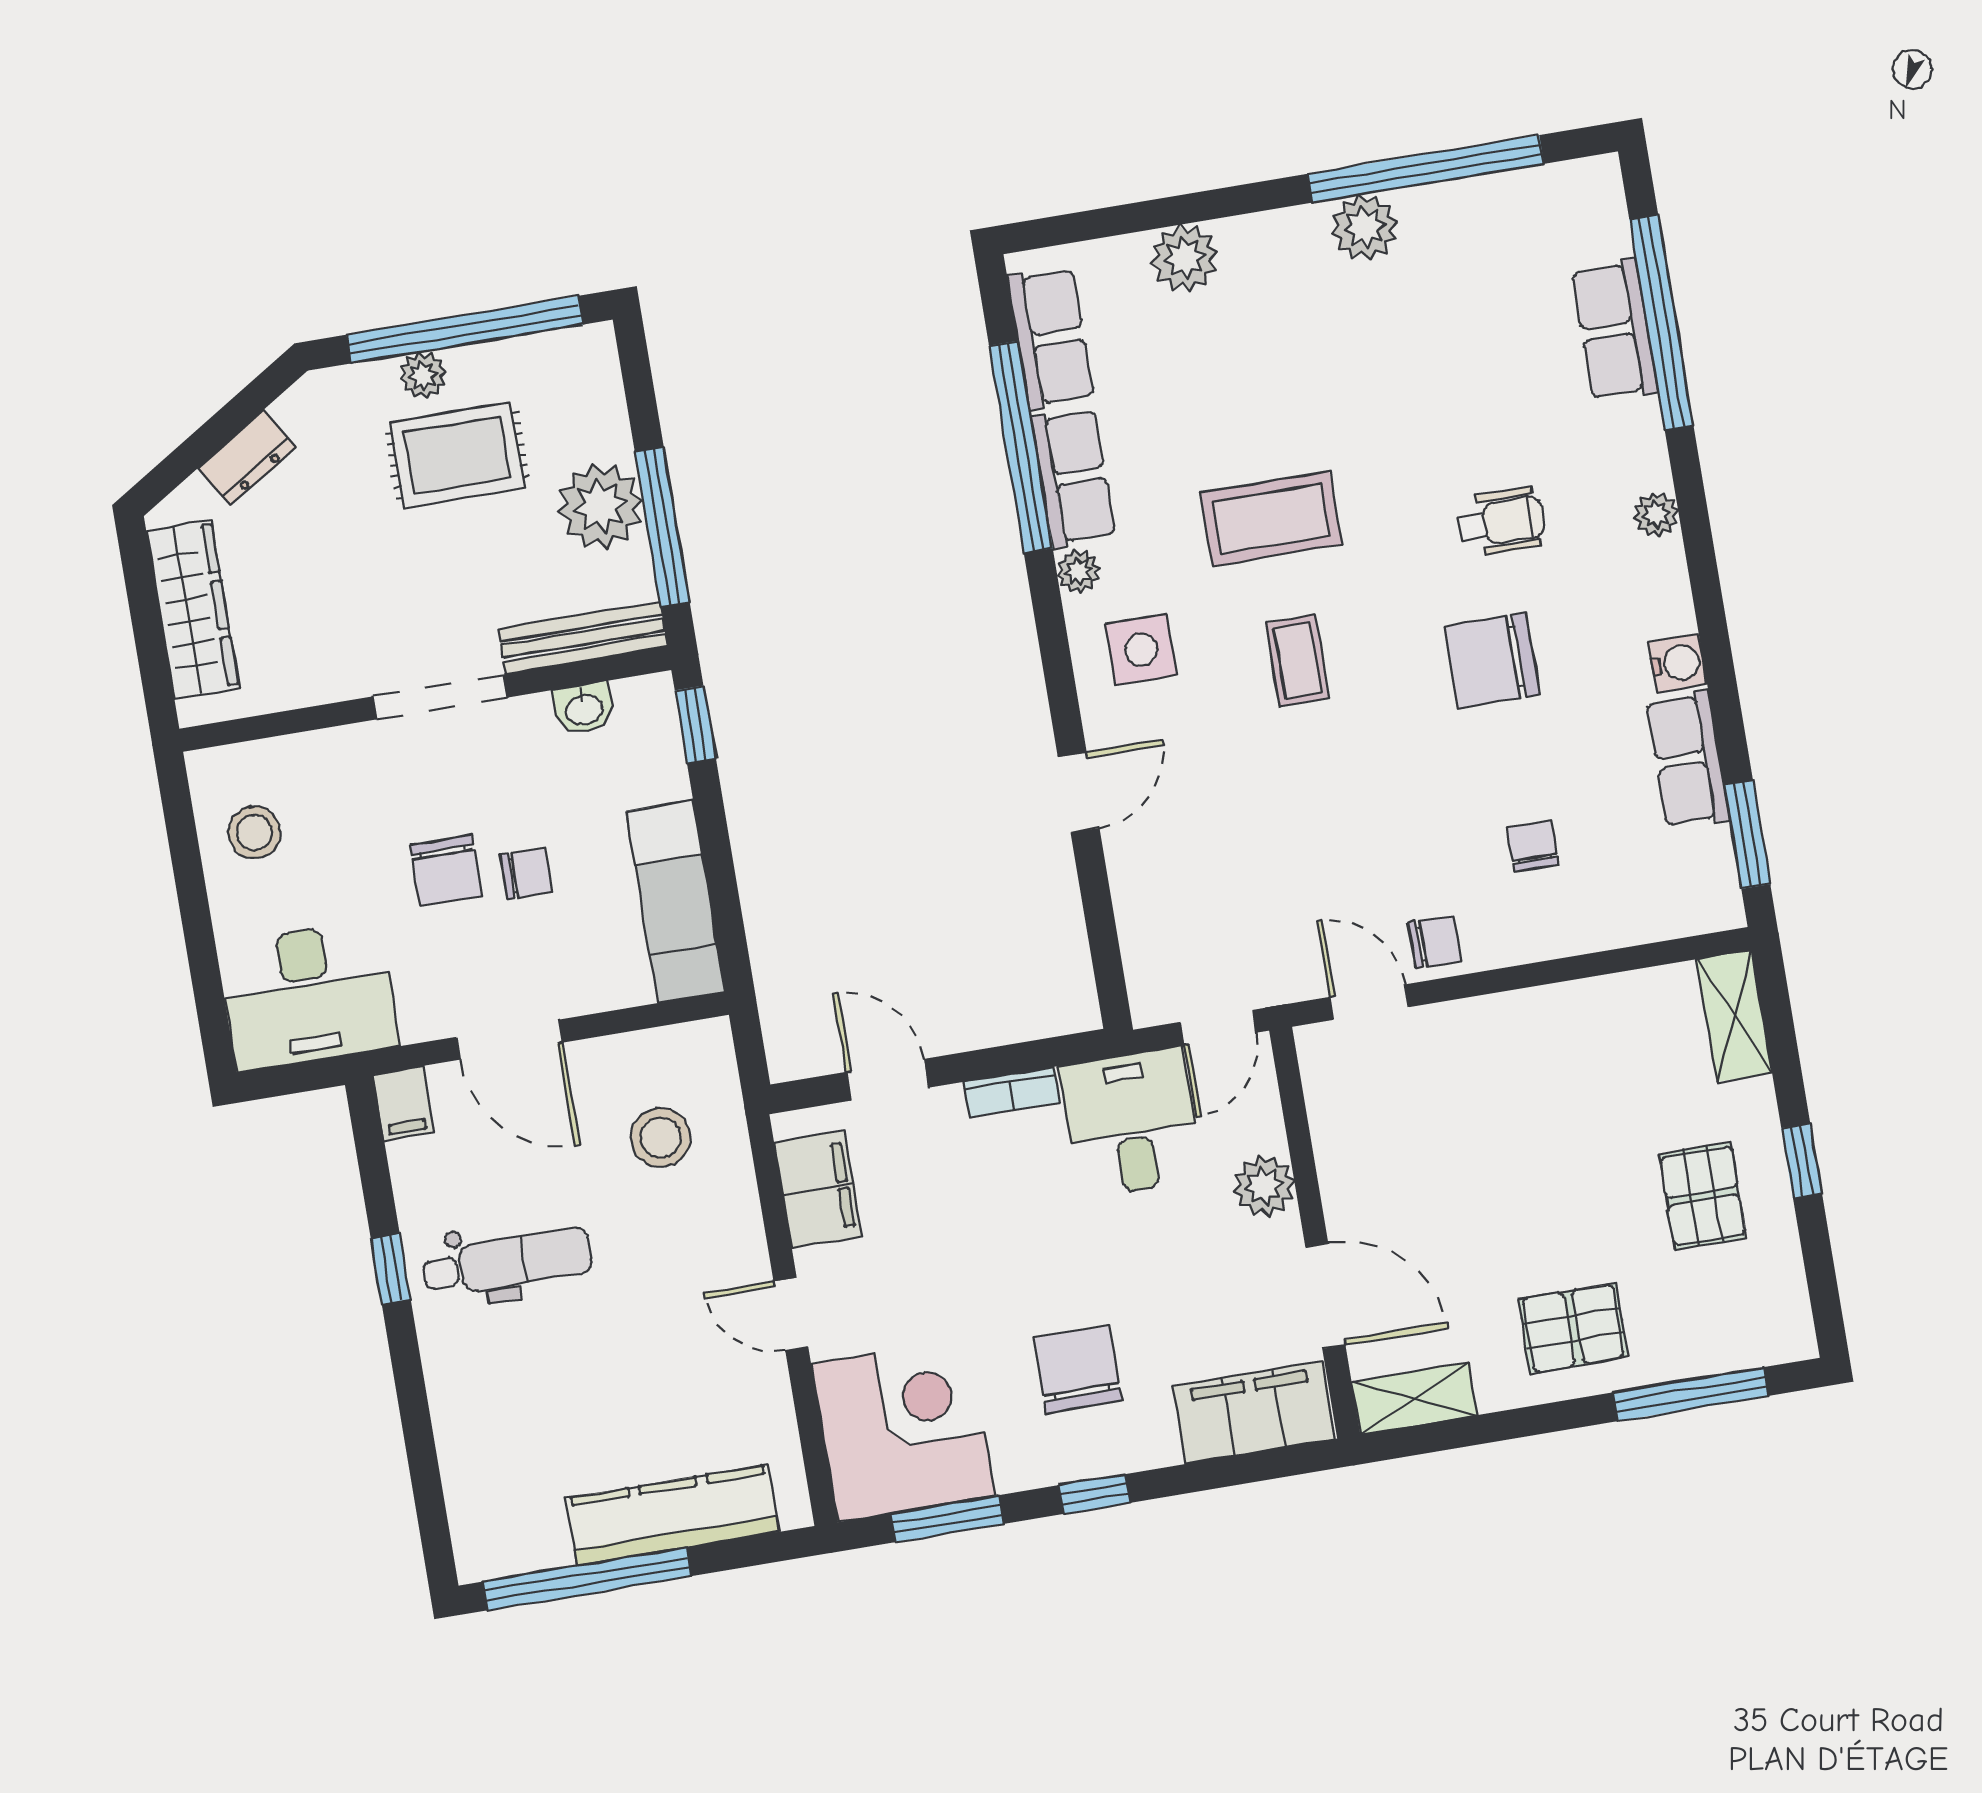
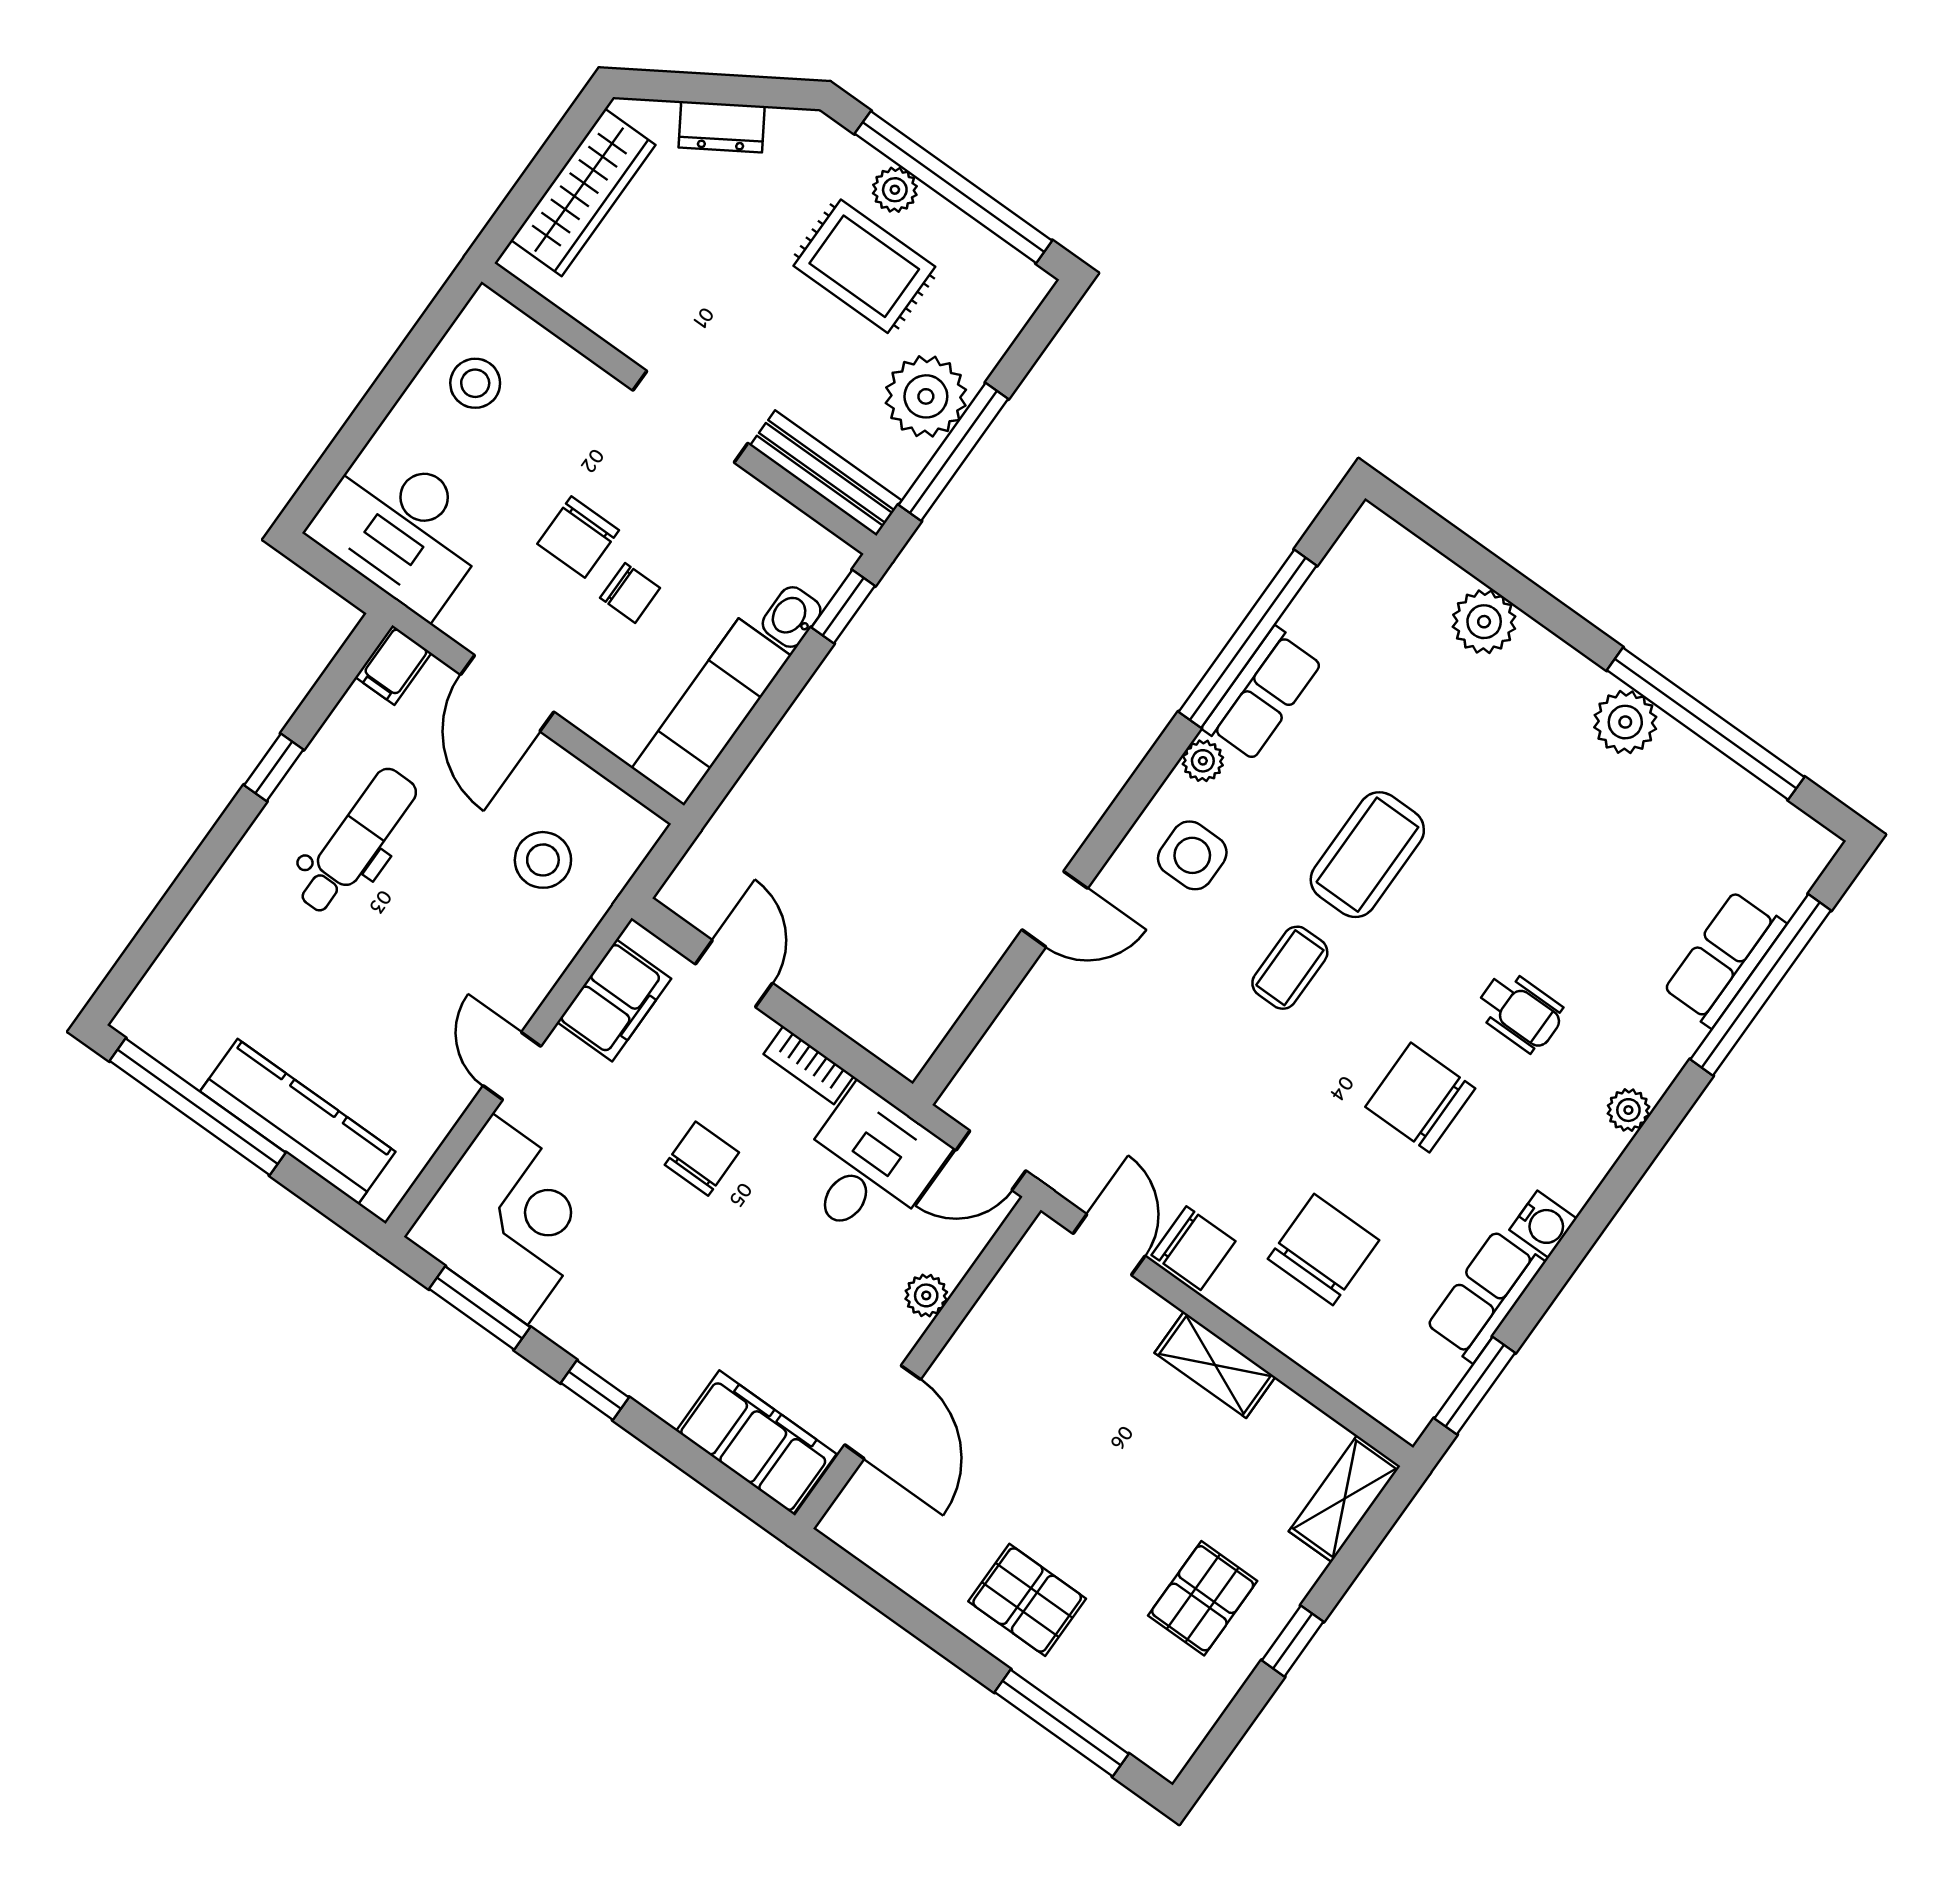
row of seats: (1051, 338) -> (1341, 586), removed
coffee table: (1271, 519) -> (1367, 855), turned 90
washbasin: (584, 708) -> (792, 617), moved, turned 90
chair: (1533, 846) -> (1323, 1249), width x1.87, depth x1.87
chair: (1435, 942) -> (1193, 1248), width x1.37, depth x1.37
plant: (1264, 1186) -> (926, 1295), width x0.73, depth x0.73
dental chair: (507, 1262) -> (357, 841), turned -90
chair: (1078, 1369) -> (702, 1159), moved, width x0.73, depth x0.73
shelving: (1414, 1399) -> (1215, 1365), moved

